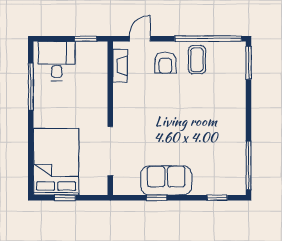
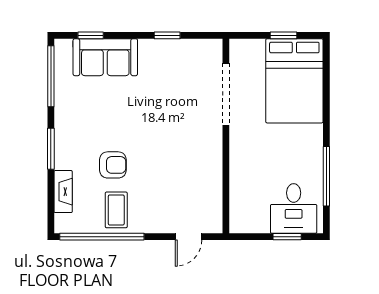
window: (86, 39) -> (287, 237), moved
armchair: (165, 63) -> (113, 165), moved, turned 90
window: (249, 63) -> (51, 149), moved
fireplace: (120, 66) -> (63, 192), moved, turned 180
sofa: (166, 180) -> (105, 57), moved

